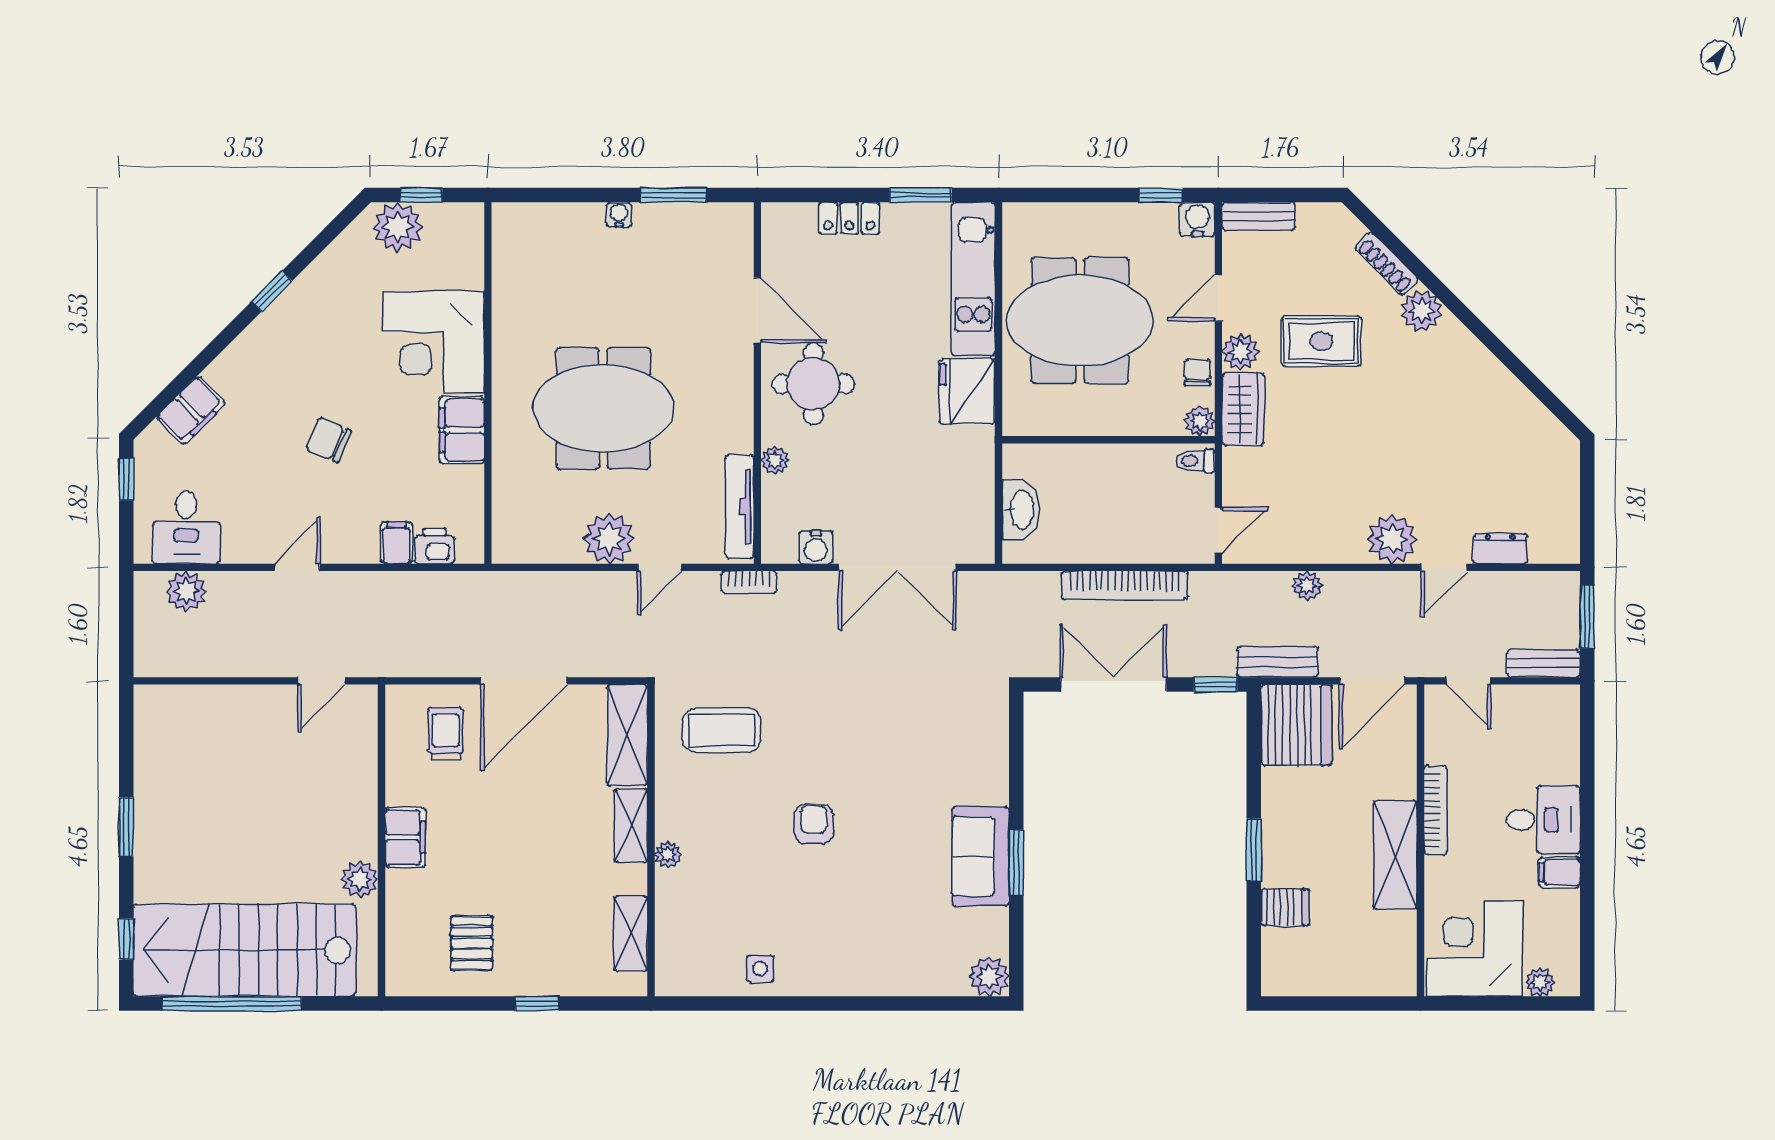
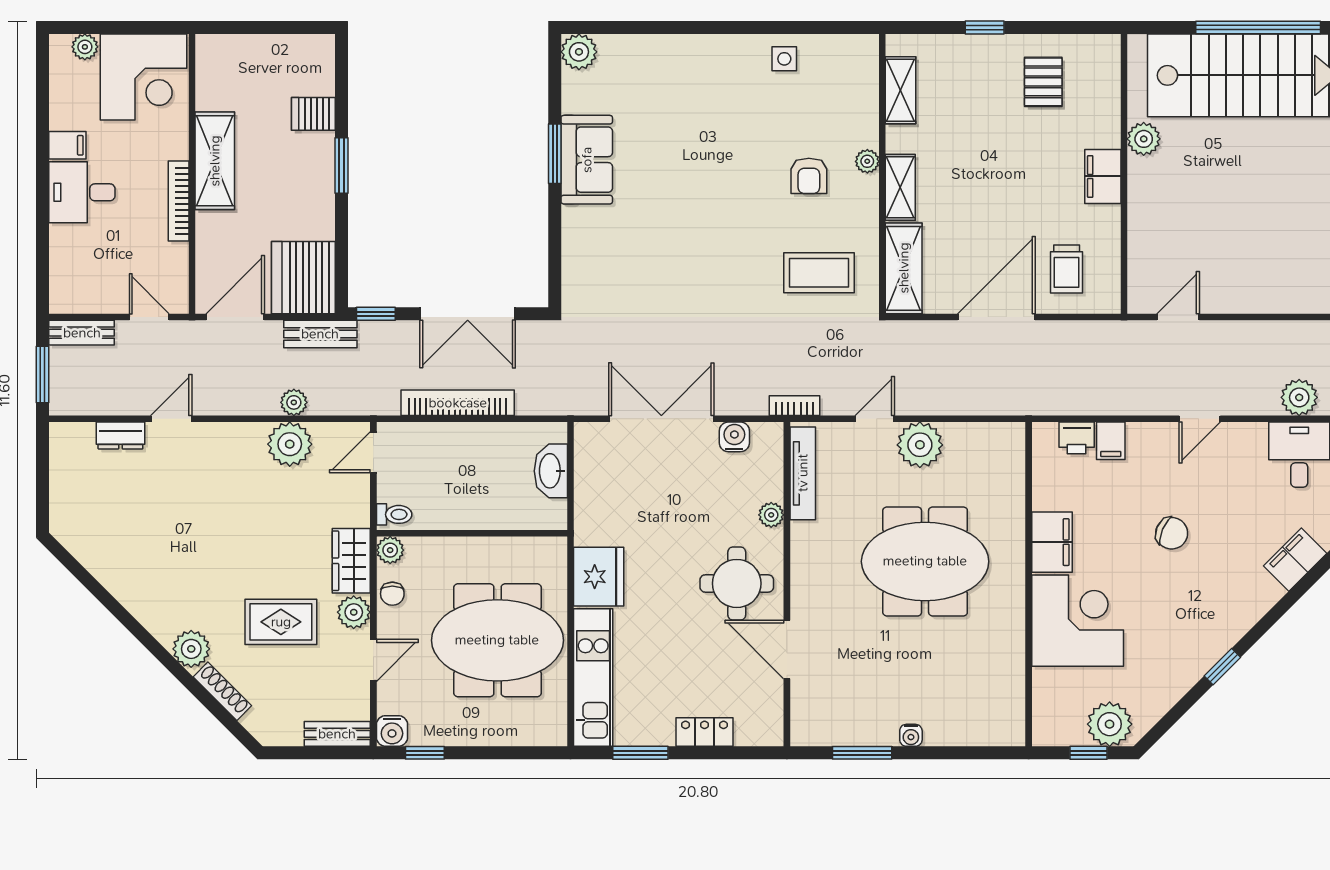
plant: (1392, 539) -> (290, 444), moved
armchair: (814, 824) -> (809, 176), moved

